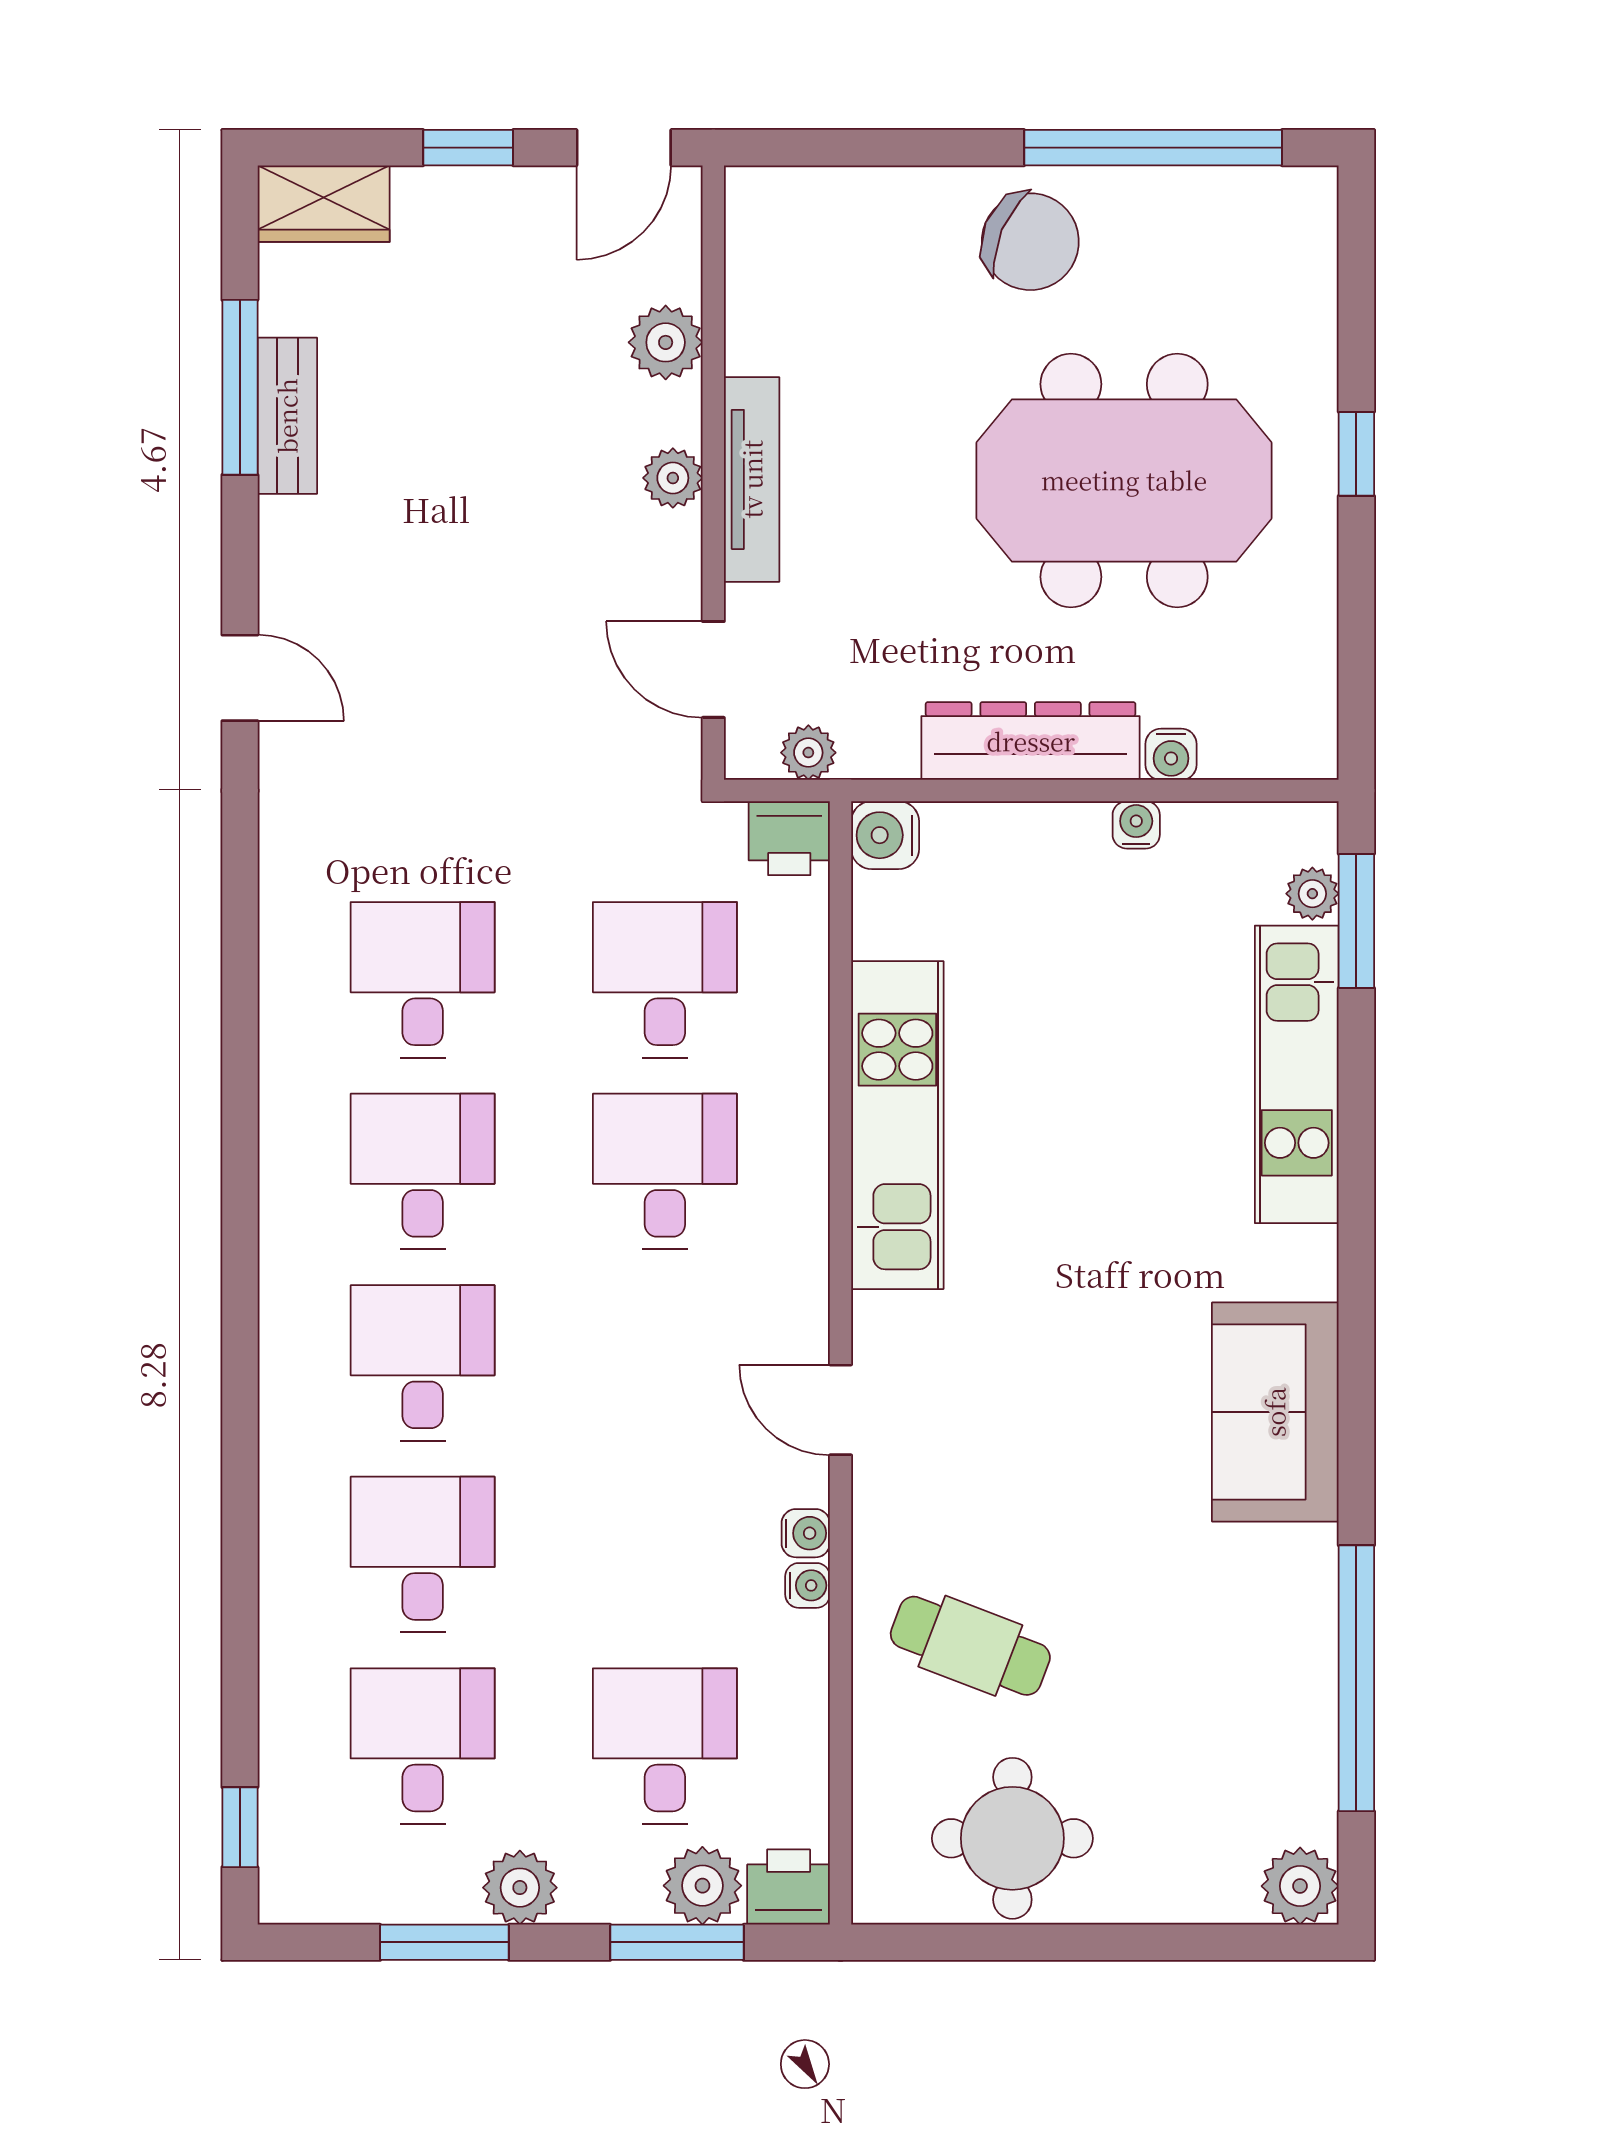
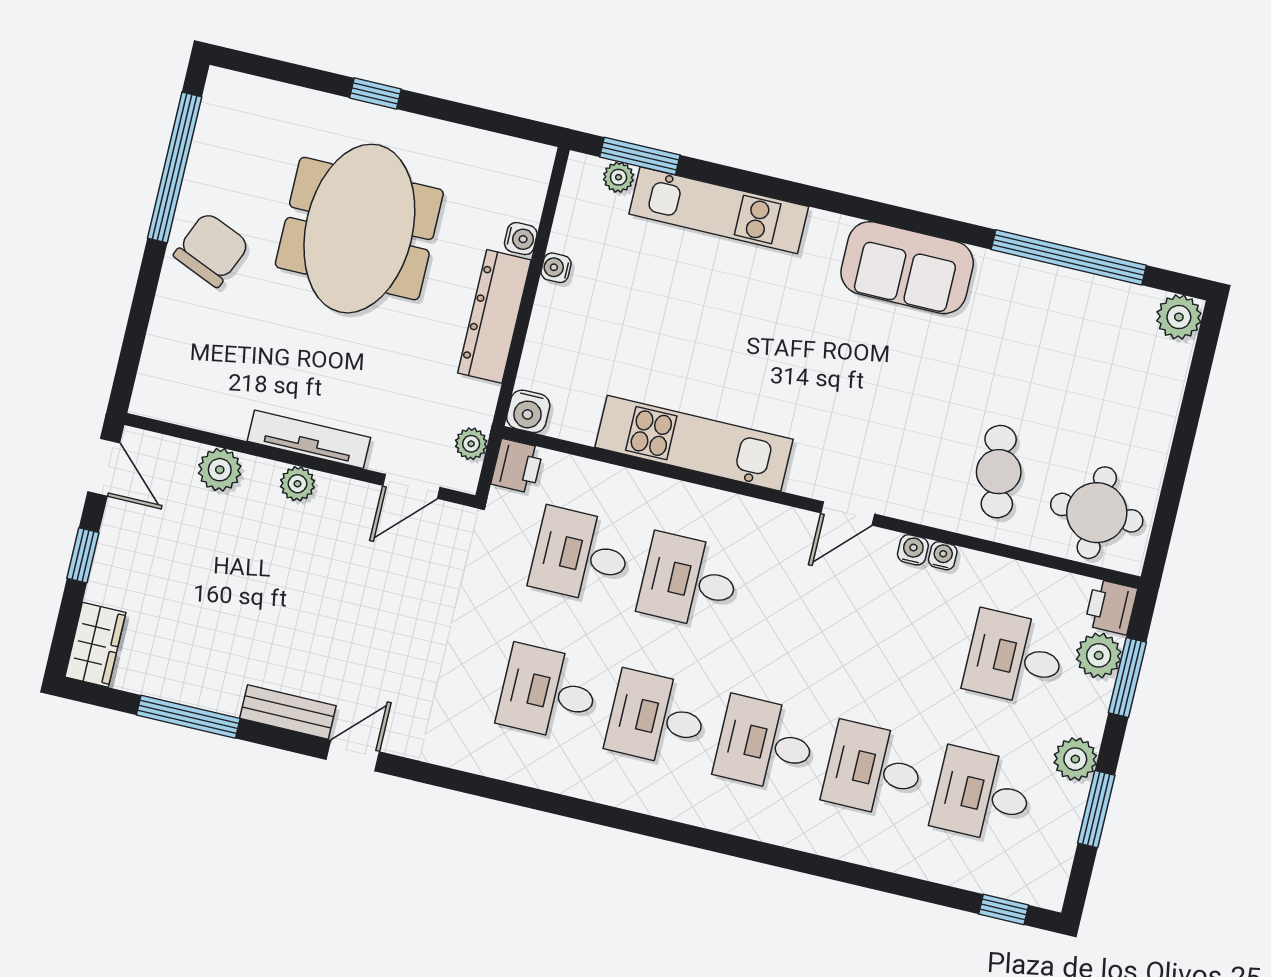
bench: (287, 416) -> (288, 712), moved
cafe table: (970, 1646) -> (999, 472), turned -31
round table: (1012, 1838) -> (1097, 513), moved

